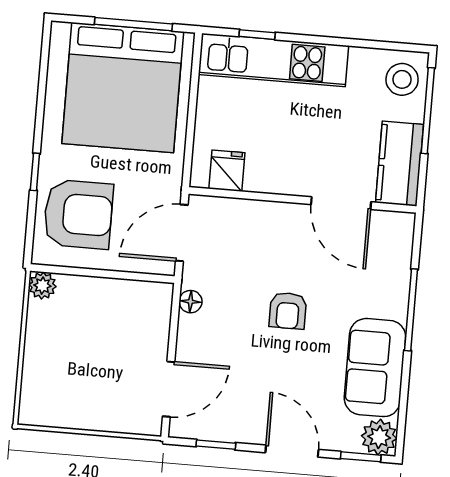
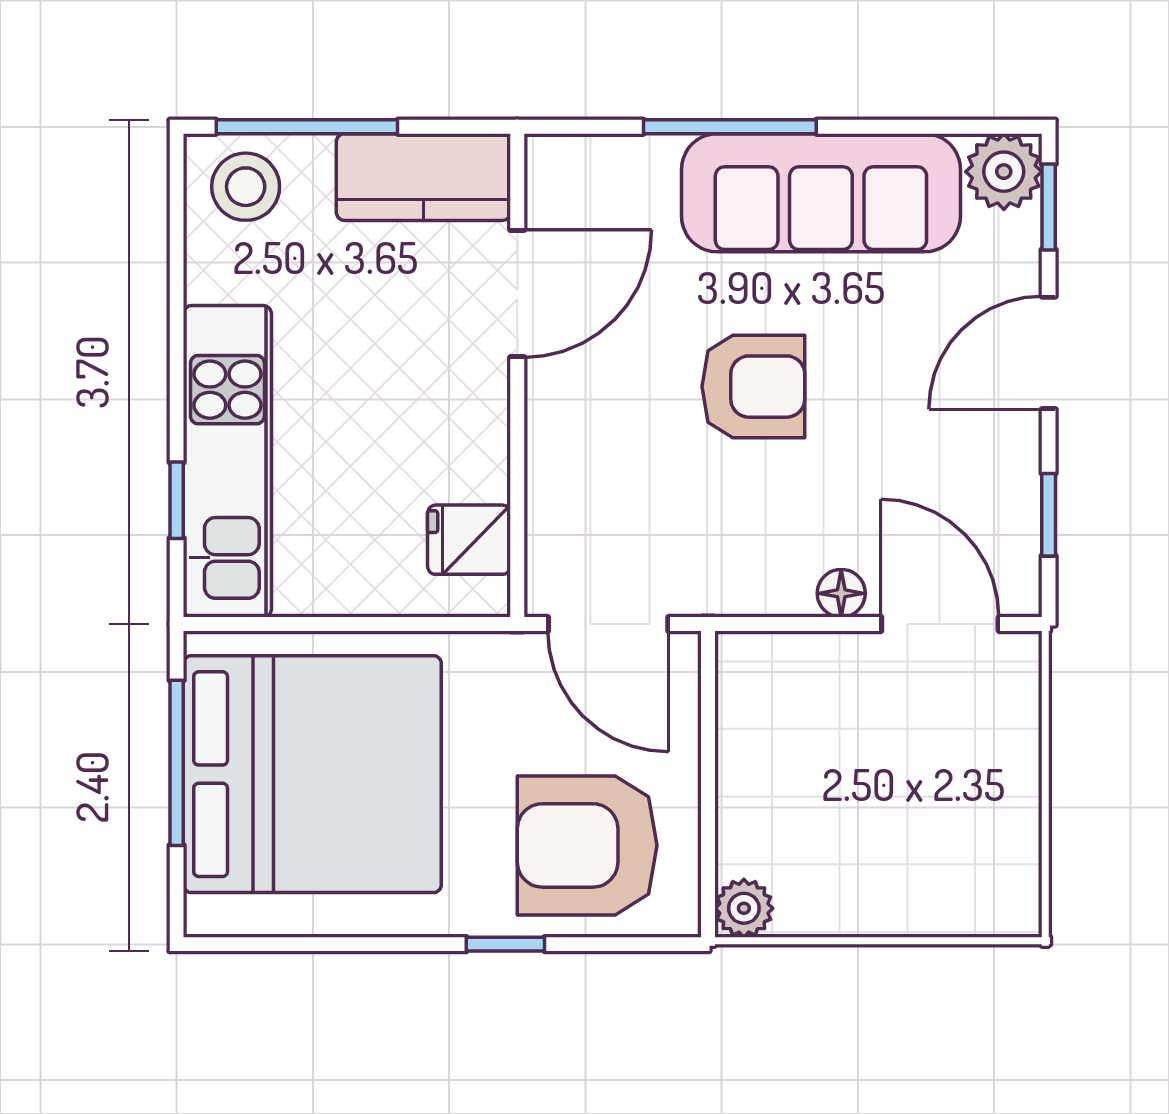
armchair: (78, 214) -> (587, 845), turned -90
floor lamp: (191, 302) -> (841, 593), moved
armchair: (288, 311) -> (753, 387), width x1.38, depth x1.38
sofa: (375, 368) -> (821, 193), width x1.36

